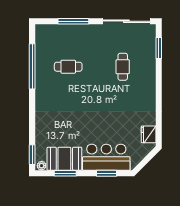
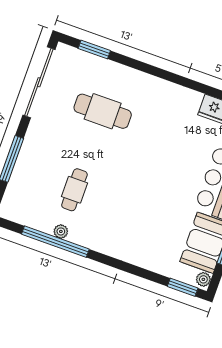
cafe table: (123, 67) -> (103, 111), width x1.37, depth x1.35
plant: (40, 68) -> (61, 231), added

